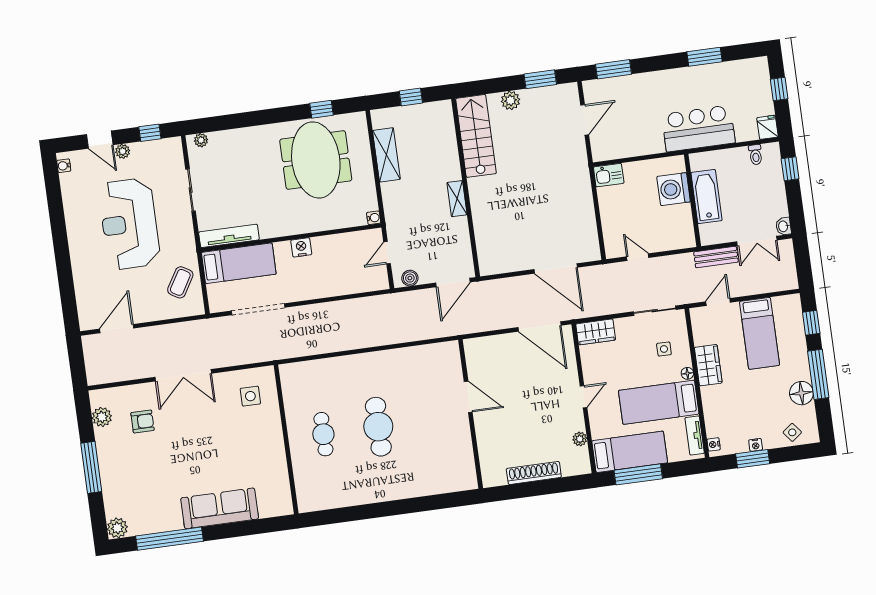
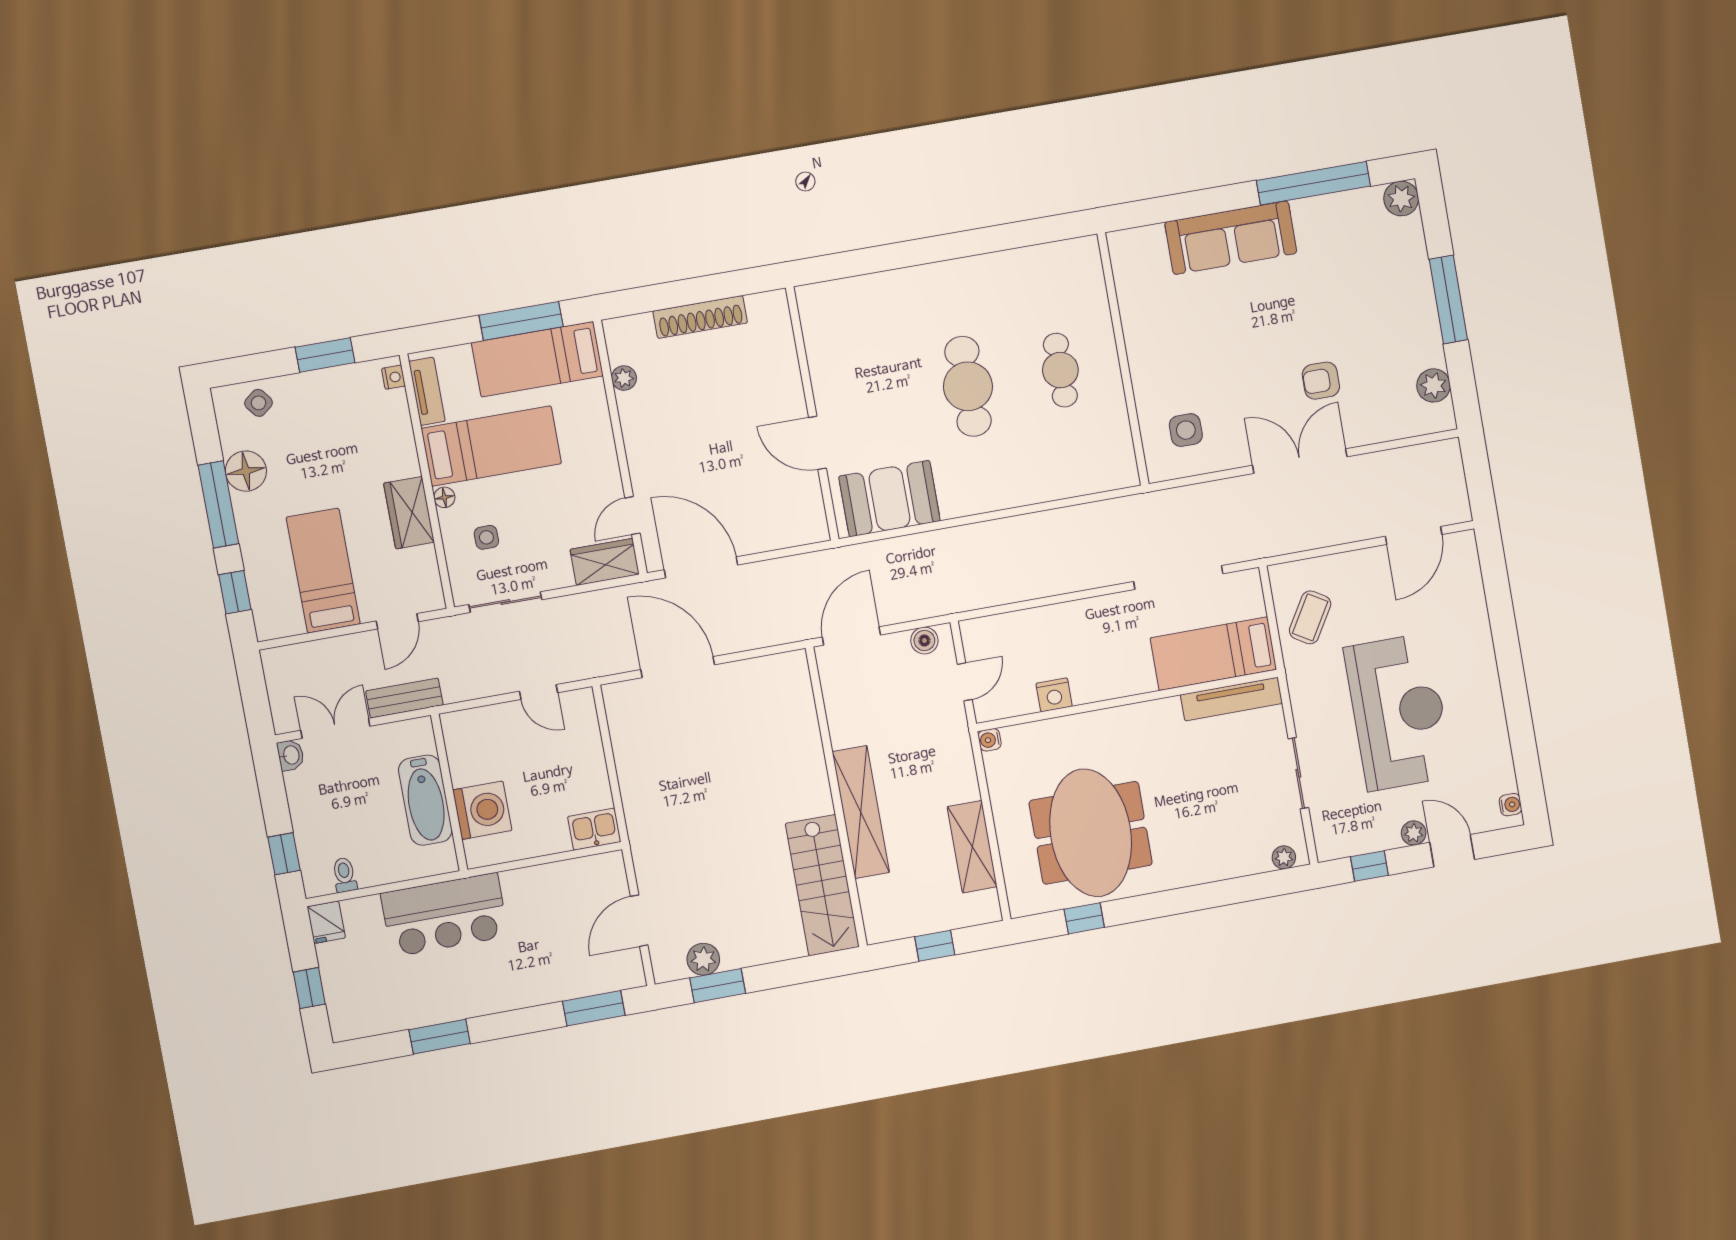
plant: (510, 100) -> (703, 959), moved
shelving: (457, 199) -> (861, 812), width x2.20, depth x1.33
nightstand: (301, 247) -> (1054, 695), moved
booth: (427, 362) -> (889, 499), added
door: (584, 397) -> (633, 516), moved
armchair: (142, 421) -> (1321, 381), moved
nightstand: (756, 445) -> (321, 379), removed

